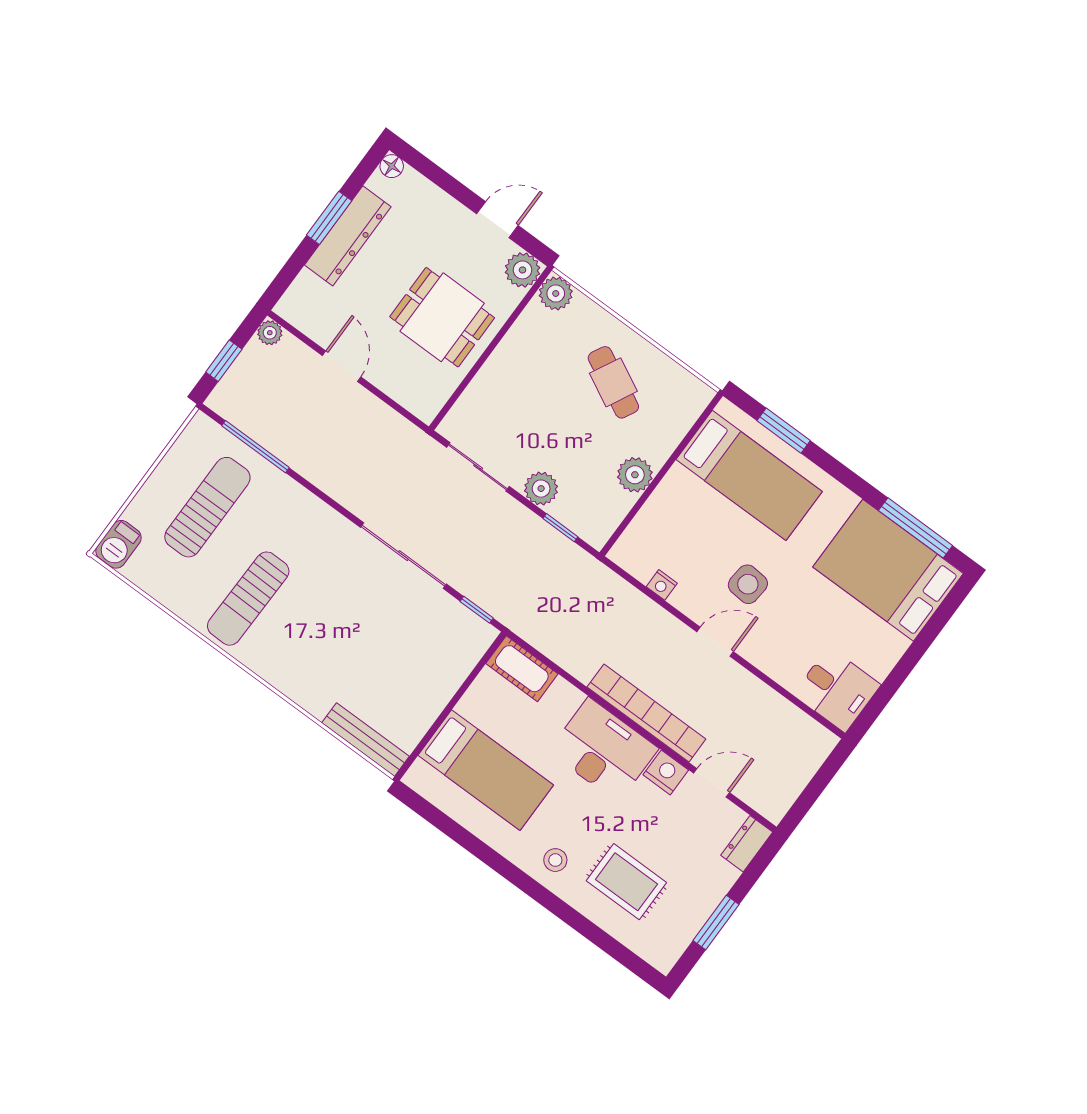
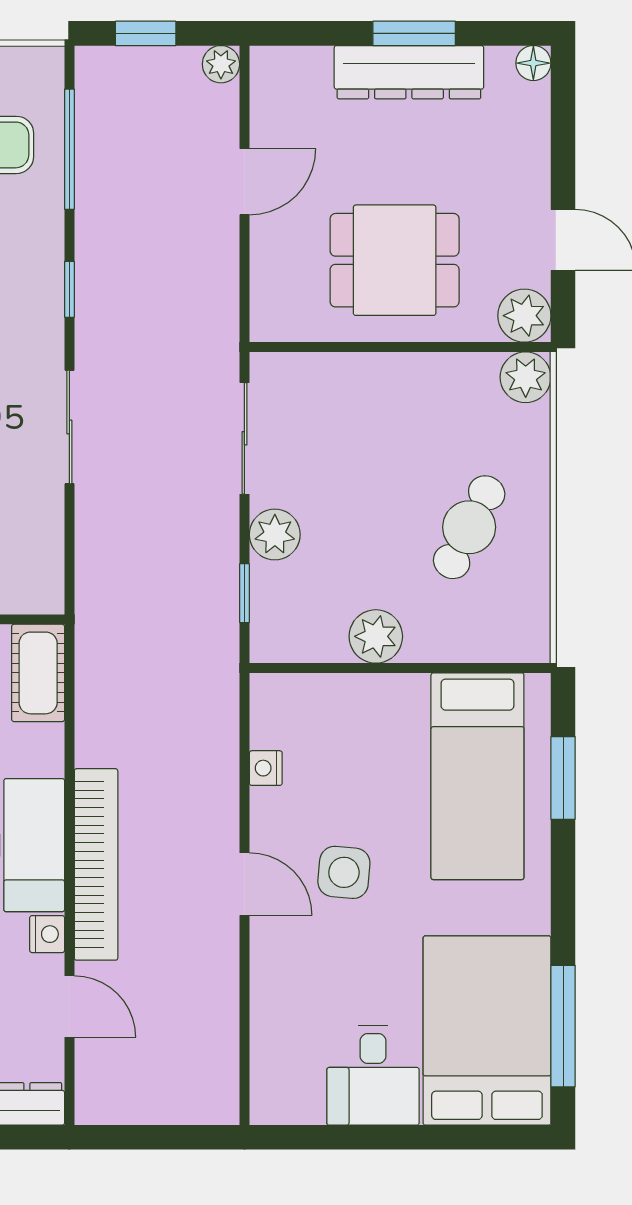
dining table: (442, 317) -> (395, 260), turned 90
sliding door: (403, 556) -> (69, 427), width x0.73
window: (477, 610) -> (69, 289), moved
desk: (837, 690) -> (373, 1075), moved
nightstand: (666, 772) -> (47, 934), width x0.72, depth x0.74

